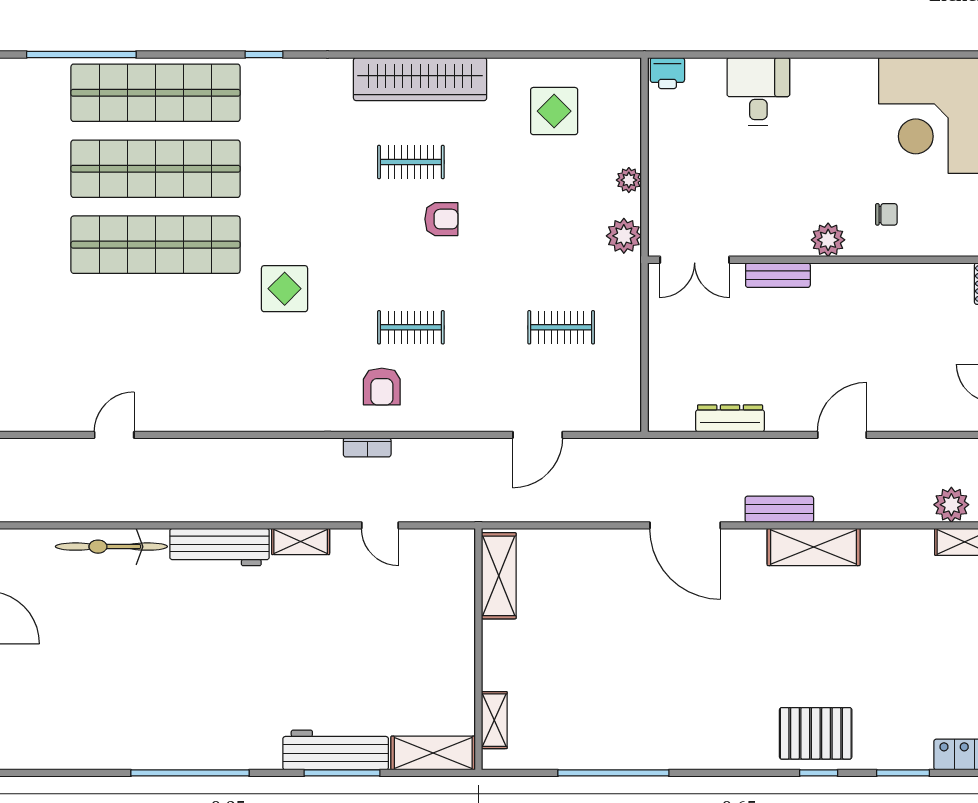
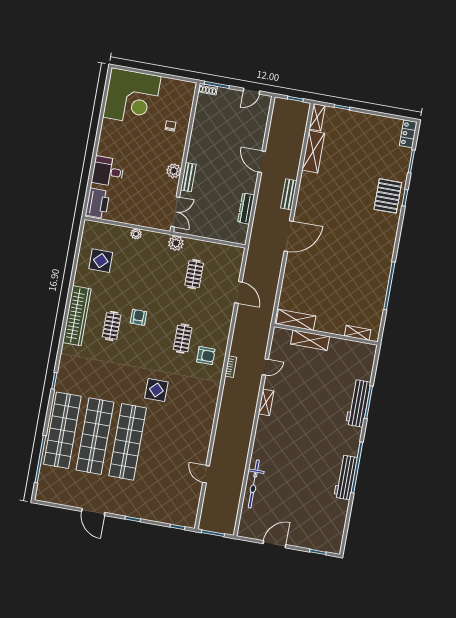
printer: (667, 73) -> (97, 203), width x1.87, depth x1.48
plant: (624, 236) -> (176, 243), moved
plant: (828, 240) -> (174, 171), moved
plant: (951, 505) -> (300, 120), removed
workbench: (220, 547) -> (346, 477), moved, turned 180
shelving: (814, 547) -> (313, 152), moved
shelving: (433, 753) -> (310, 340), moved, turned 90

